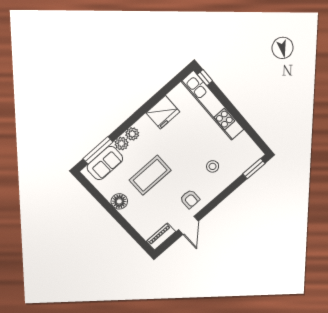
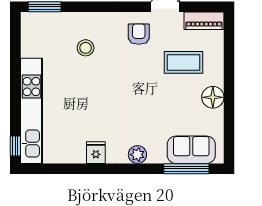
fridge: (163, 112) -> (96, 153), width x0.53, depth x0.75
plant: (121, 144) -> (157, 154), removed
coffee table: (150, 175) -> (184, 62), moved, width x0.73, depth x0.76

